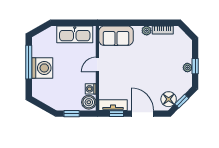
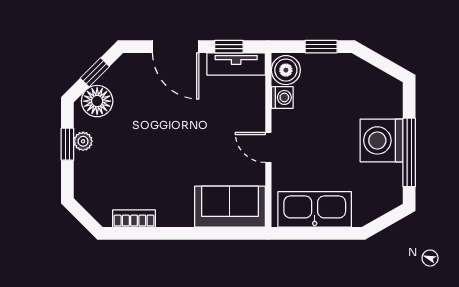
plant: (147, 31) -> (167, 217), removed
door: (97, 65) -> (268, 147), swing flipped
floor lamp: (169, 99) -> (97, 101), moved

